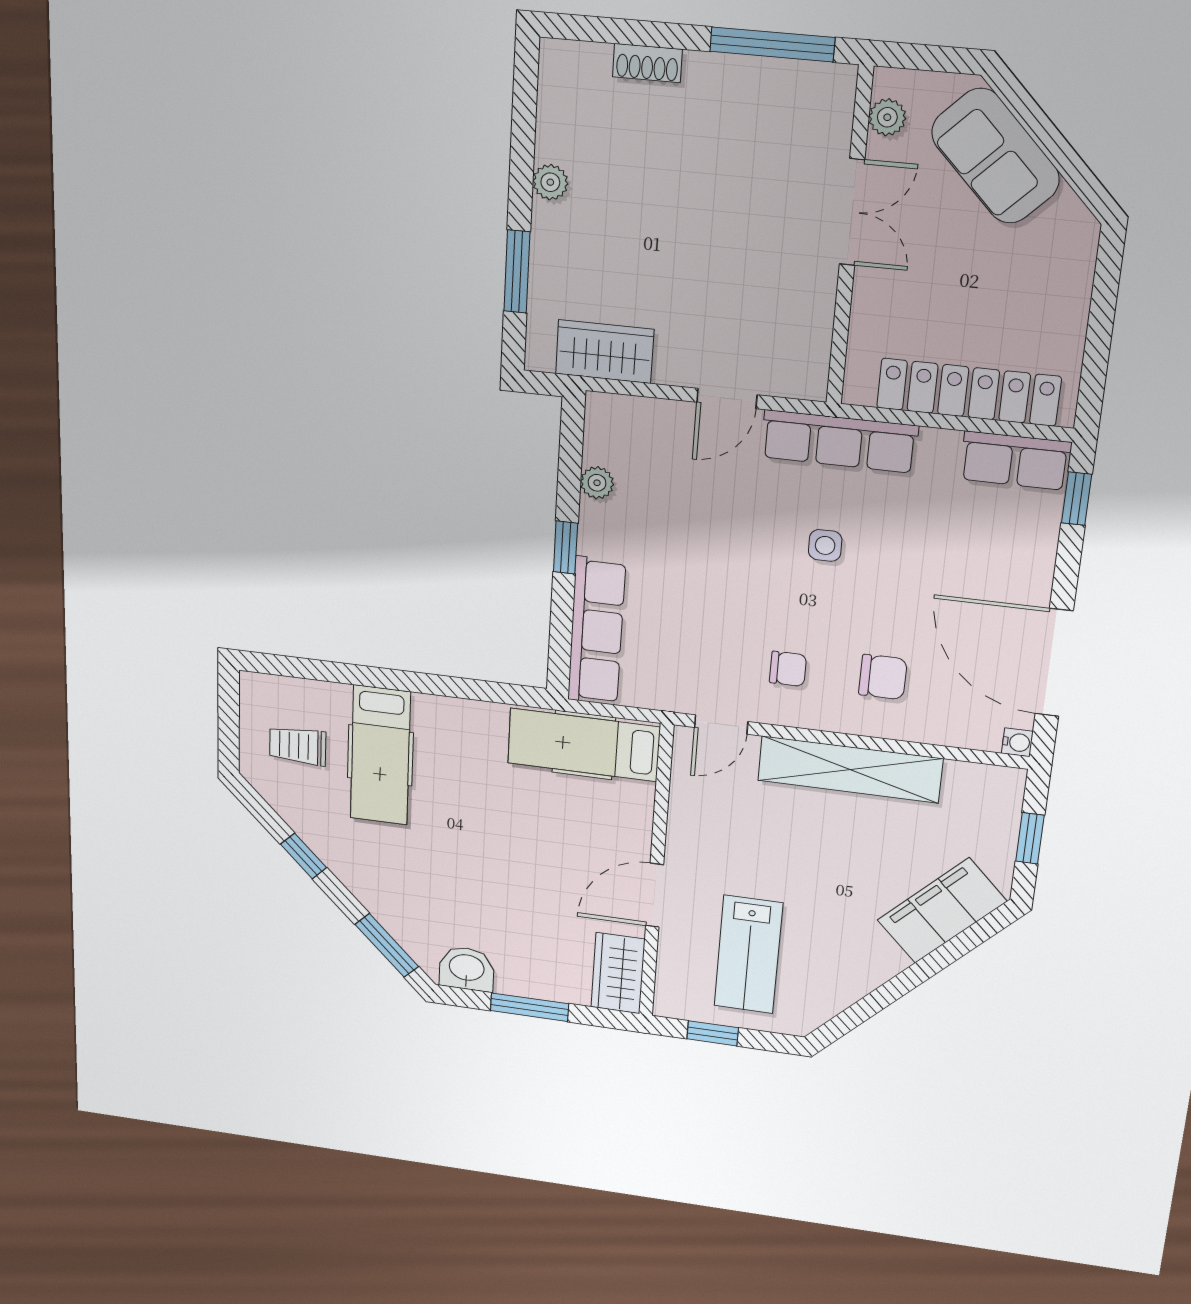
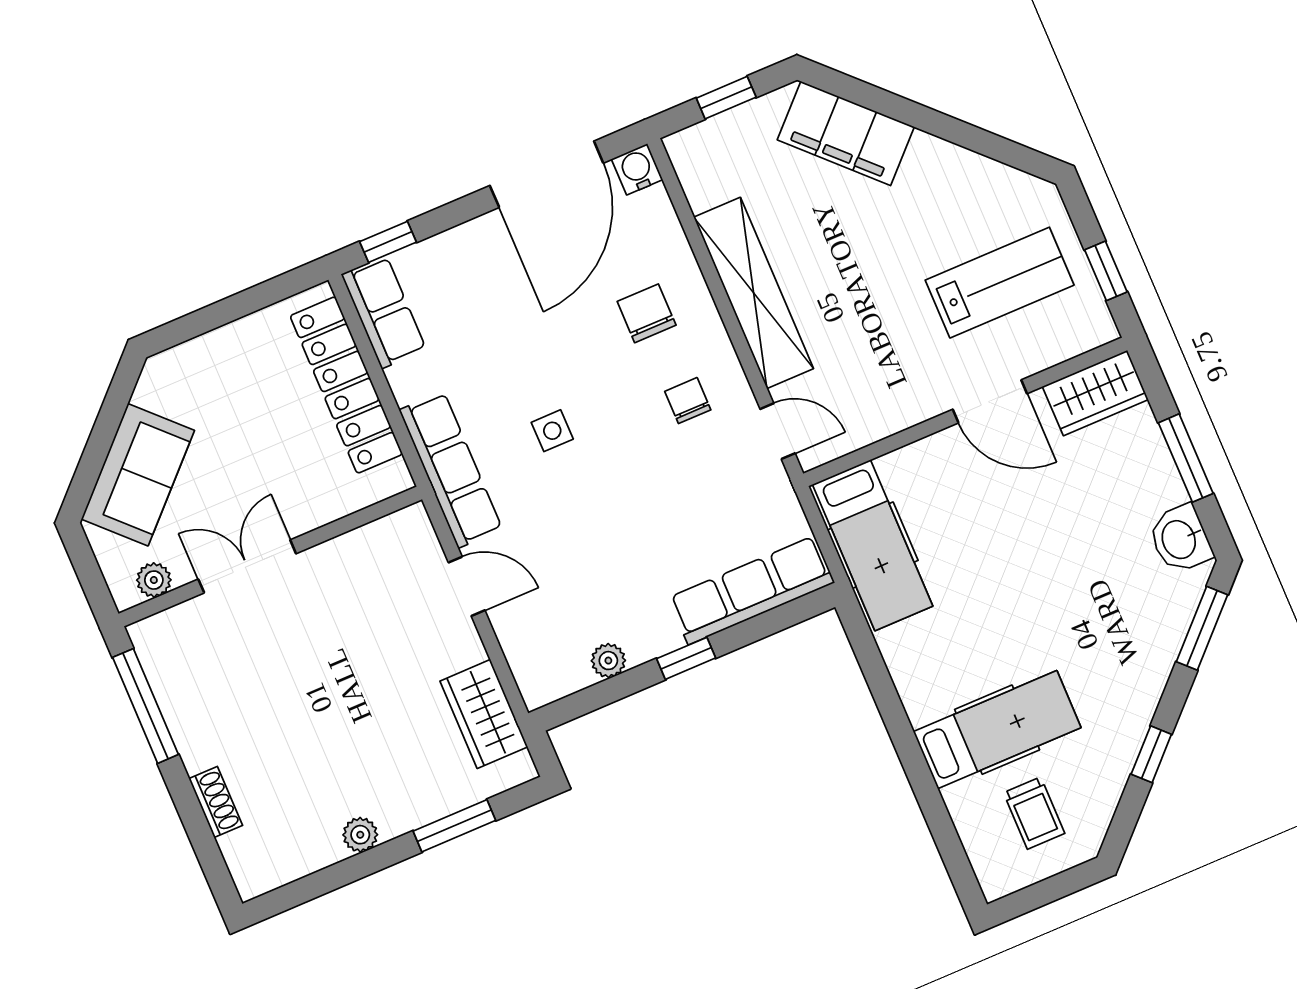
water cooler: (1017, 742) -> (637, 169), width x1.38, depth x1.38

